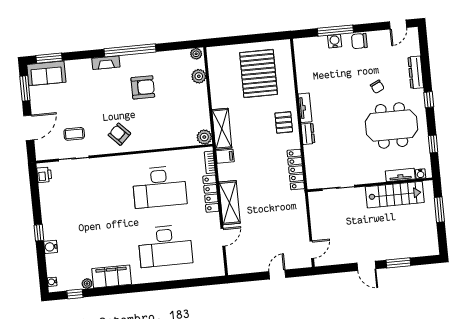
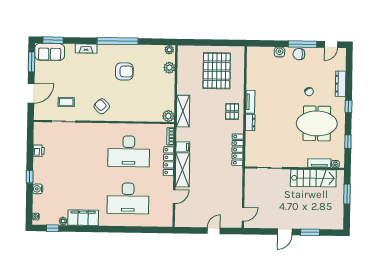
window: (335, 31) -> (302, 44), moved
fireplace: (106, 63) -> (86, 49), moved
filing cabinet: (225, 156) -> (183, 147), moved
printer: (44, 175) -> (39, 151), moved
door: (366, 266) -> (285, 232), hinge flipped

